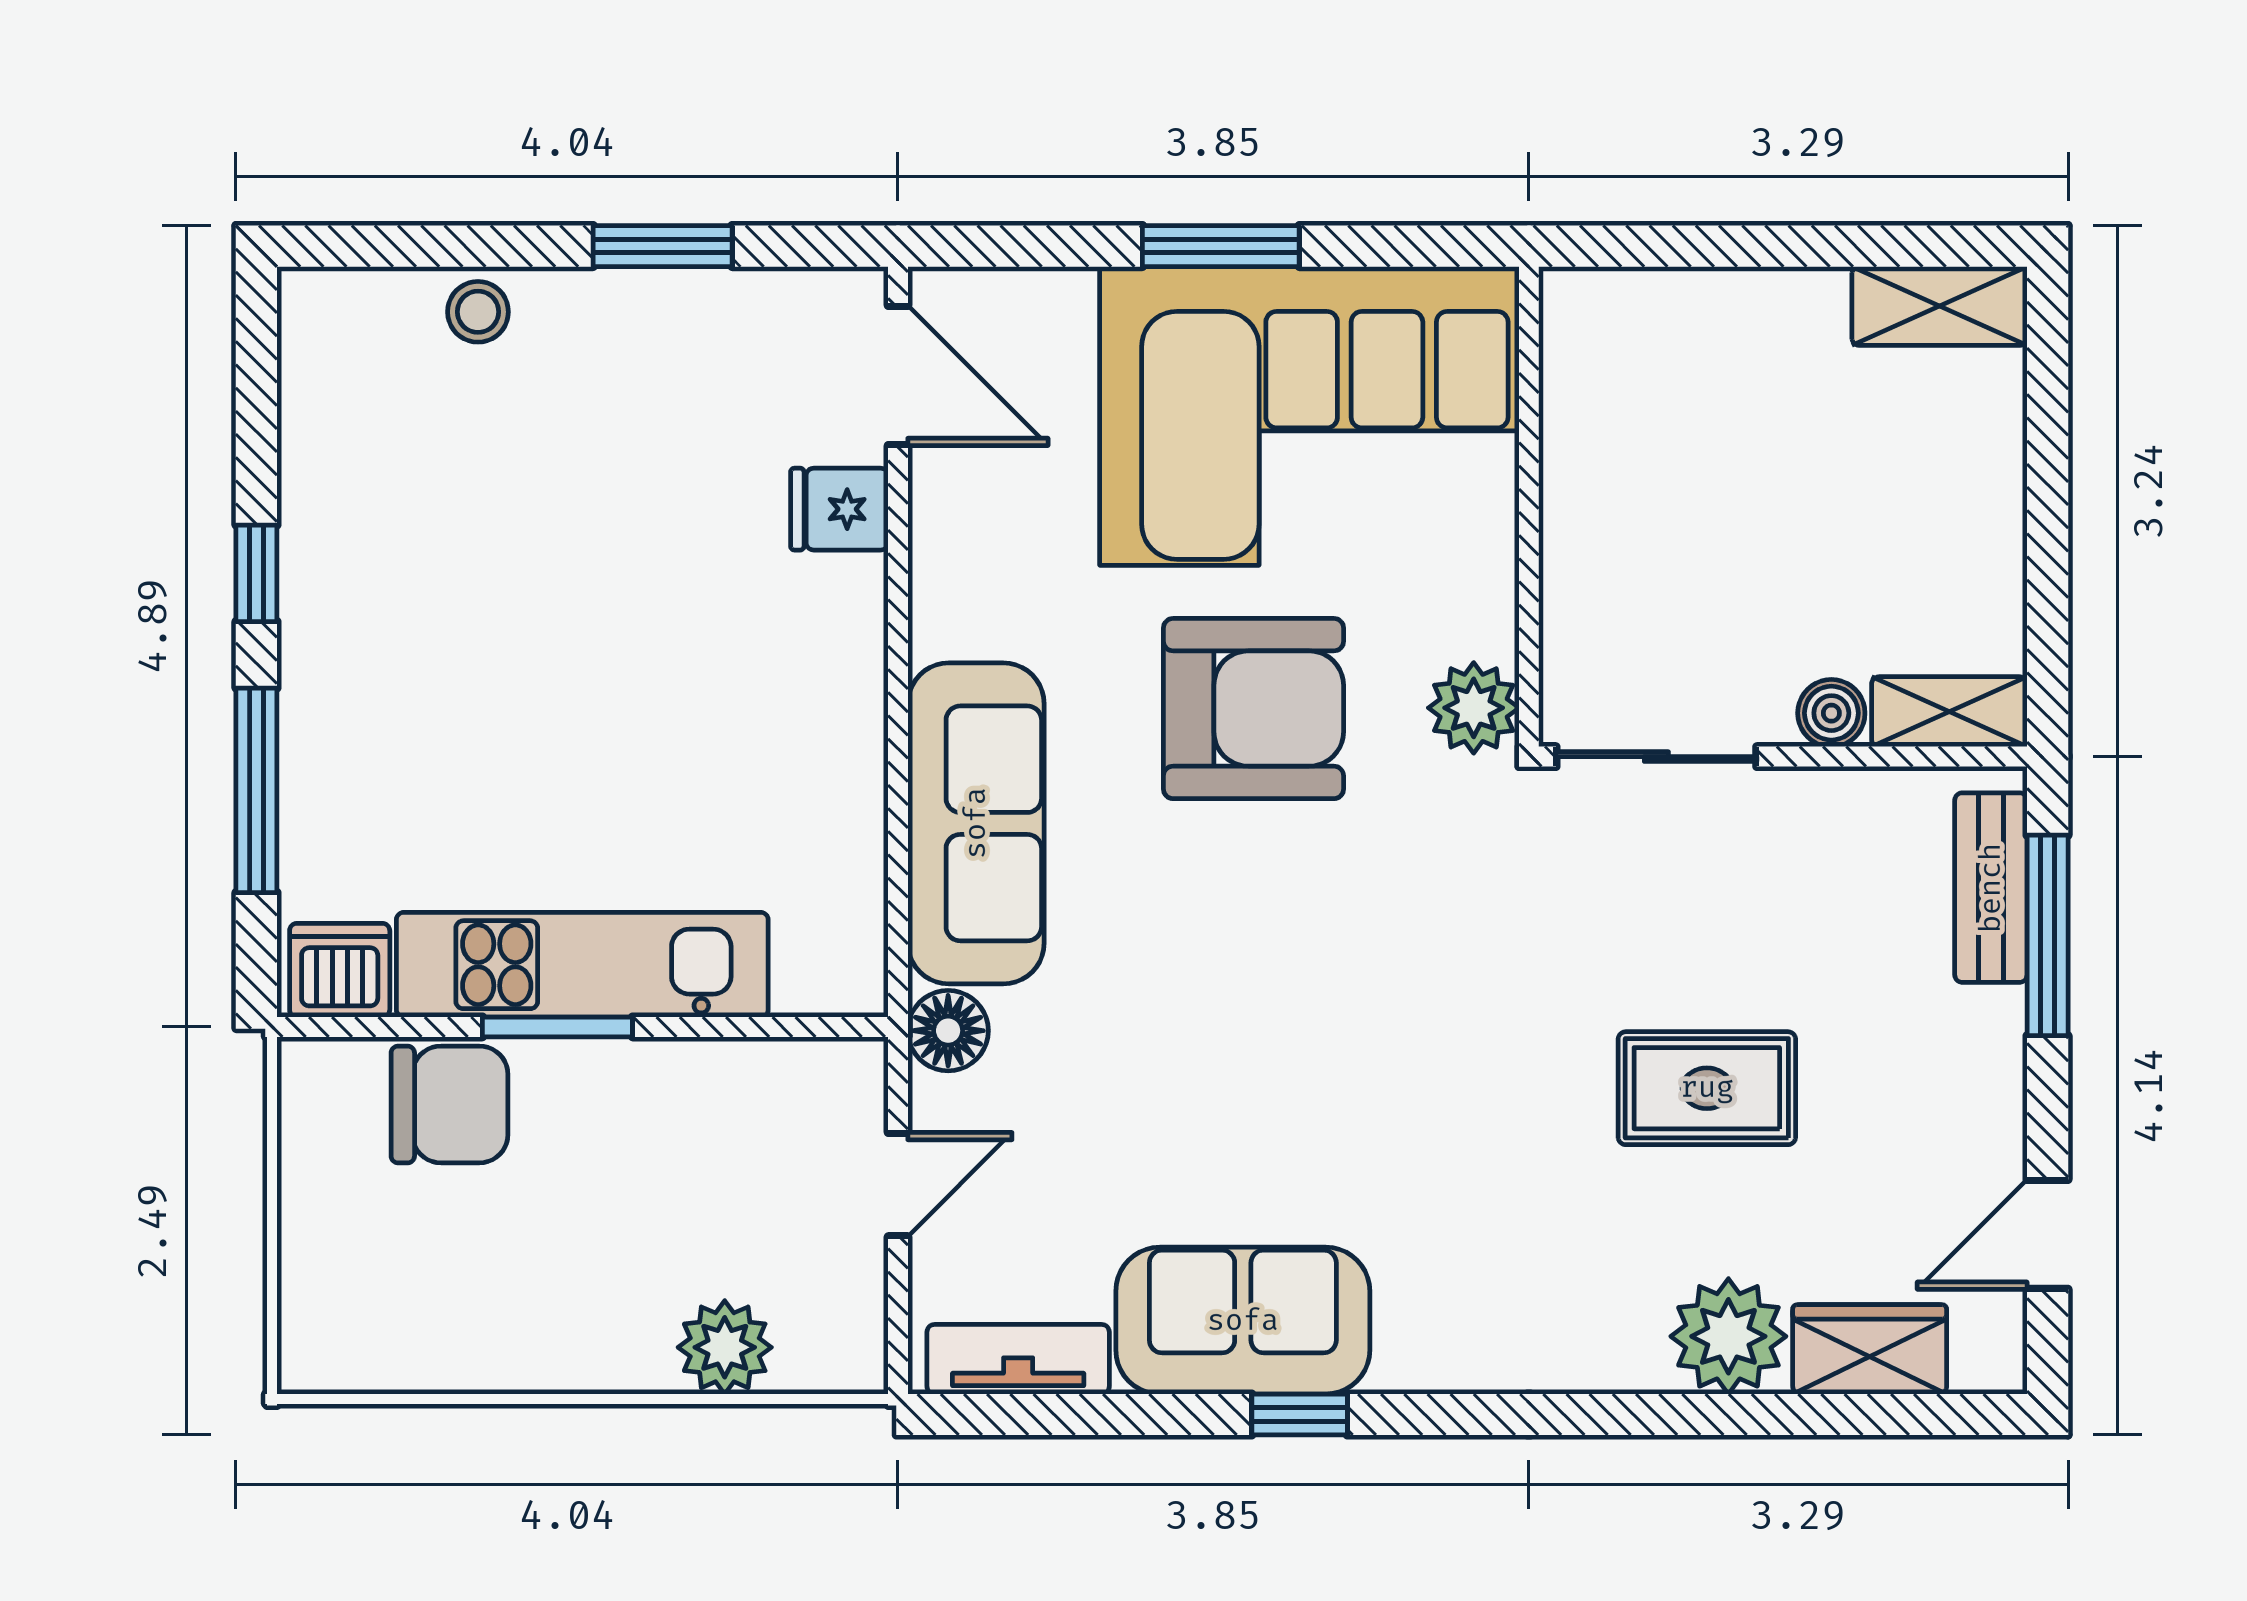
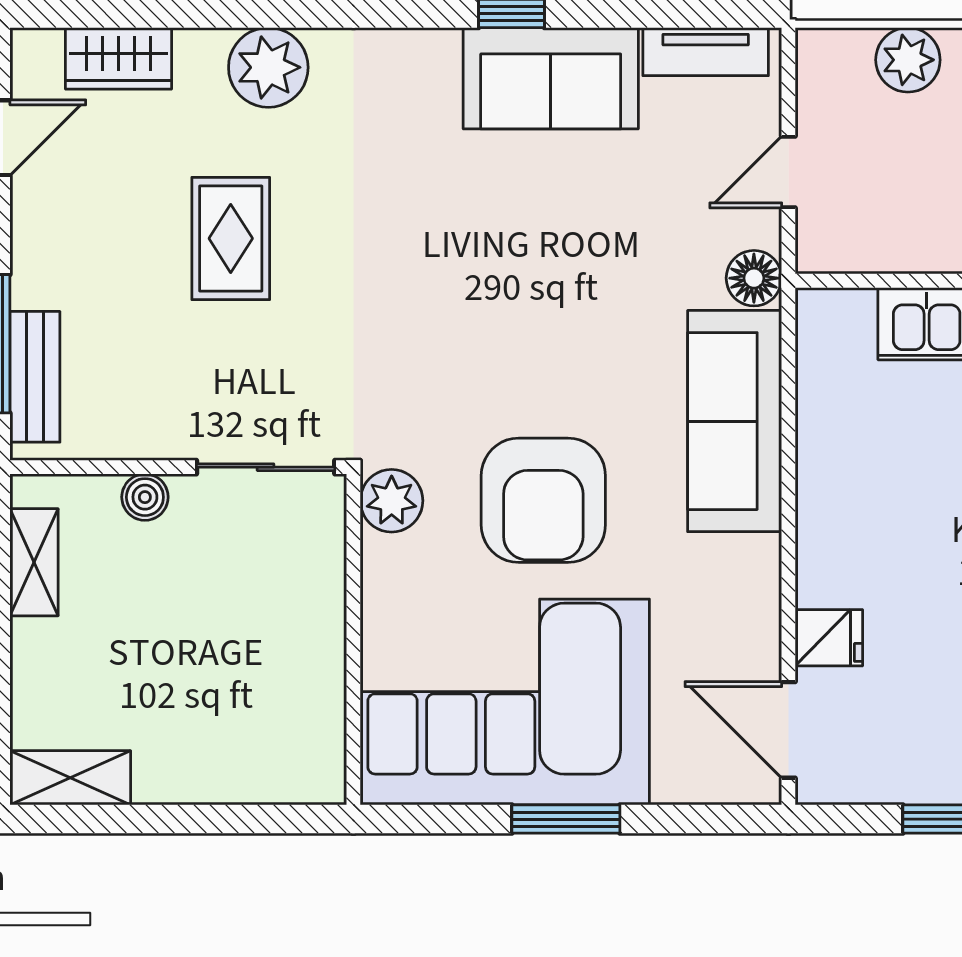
armchair: (1254, 709) -> (543, 500), turned -90
shelving: (1949, 712) -> (34, 562), moved, turned 90
rug: (1707, 1088) -> (231, 238), turned 90
plant: (1728, 1336) -> (268, 67), moved

